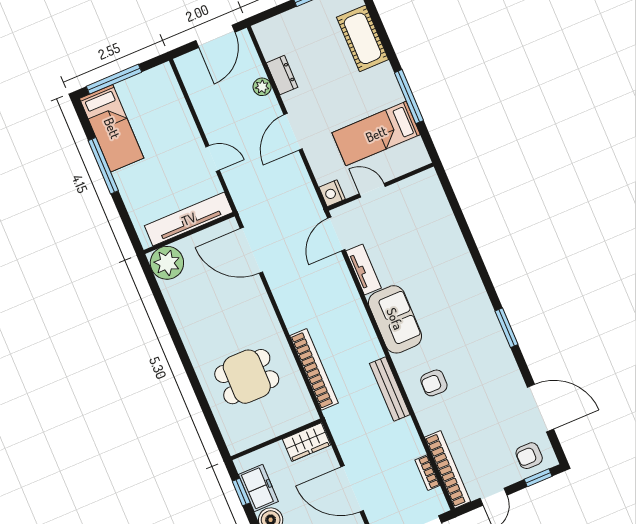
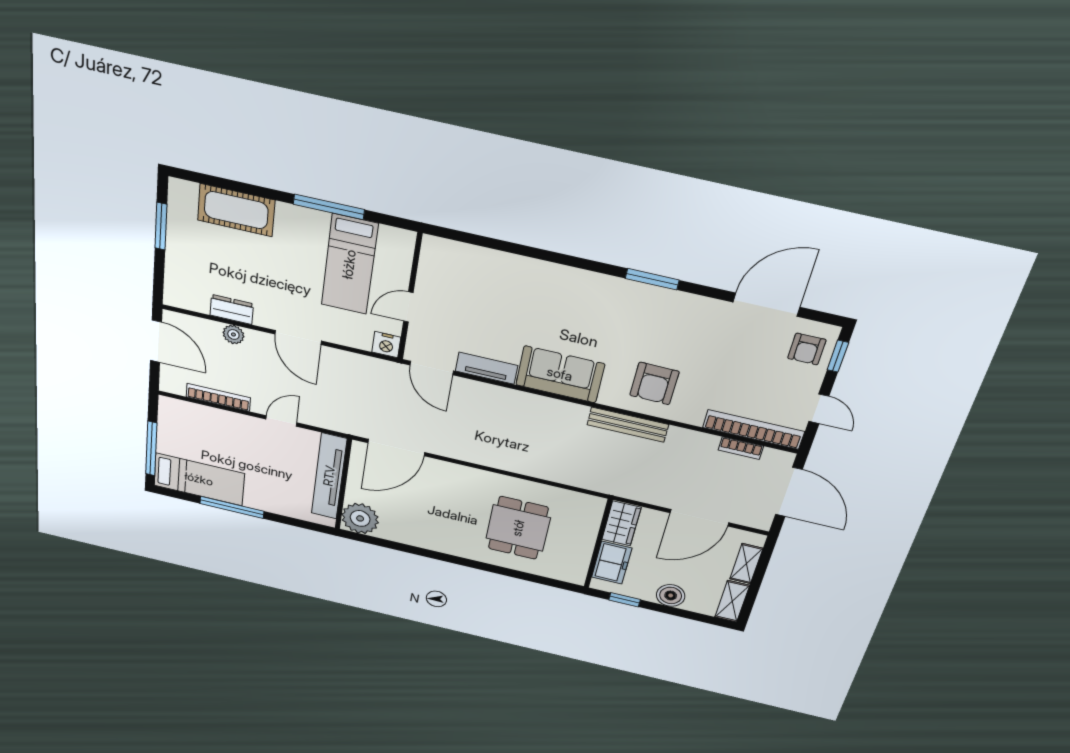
bookcase: (314, 369) -> (218, 397), moved, width x0.68, depth x0.76
armchair: (434, 383) -> (654, 383), width x1.38, depth x1.38
freezer: (258, 488) -> (612, 563), moved, turned 90

